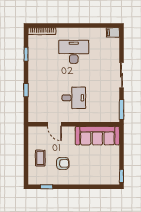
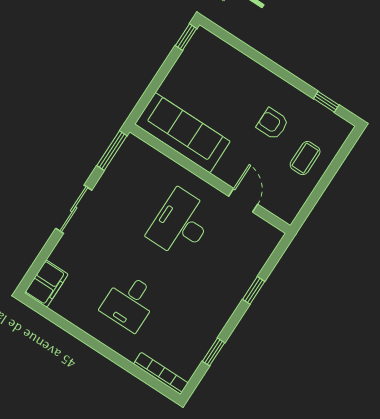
filing cabinet: (113, 32) -> (46, 284), width x2.00
desk: (74, 52) -> (129, 302), width x0.73
desk: (74, 98) -> (181, 224), width x1.37

